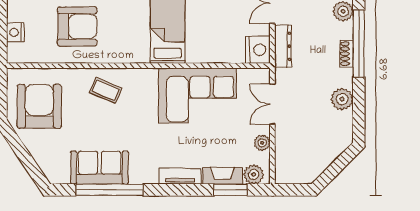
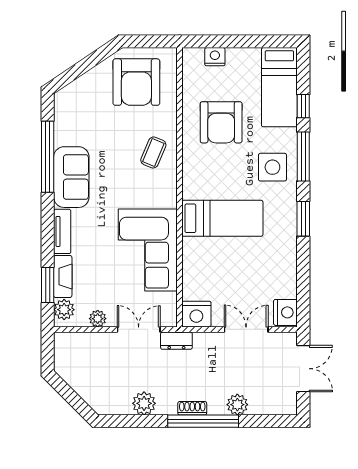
dresser: (283, 46) -> (176, 341), moved, width x0.70
armchair: (39, 106) -> (136, 82), turned 90
sofa: (99, 168) -> (71, 177), moved

